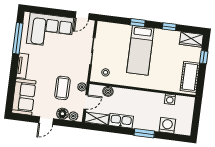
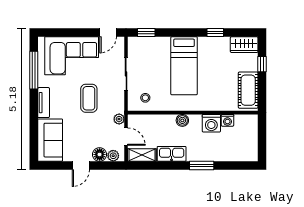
window: (138, 23) -> (146, 33), moved
coffee table: (62, 88) -> (89, 98), moved
boiler: (108, 91) -> (182, 120), moved
door: (86, 102) -> (126, 137), hinge flipped
washing machine: (167, 125) -> (211, 123), moved, turned 180

